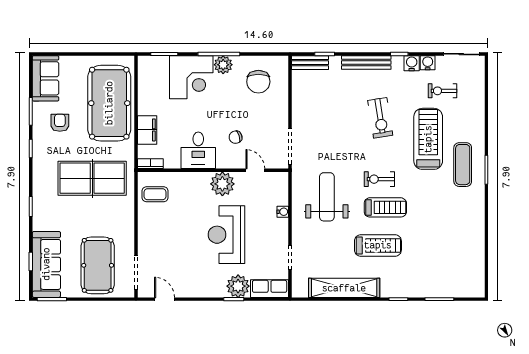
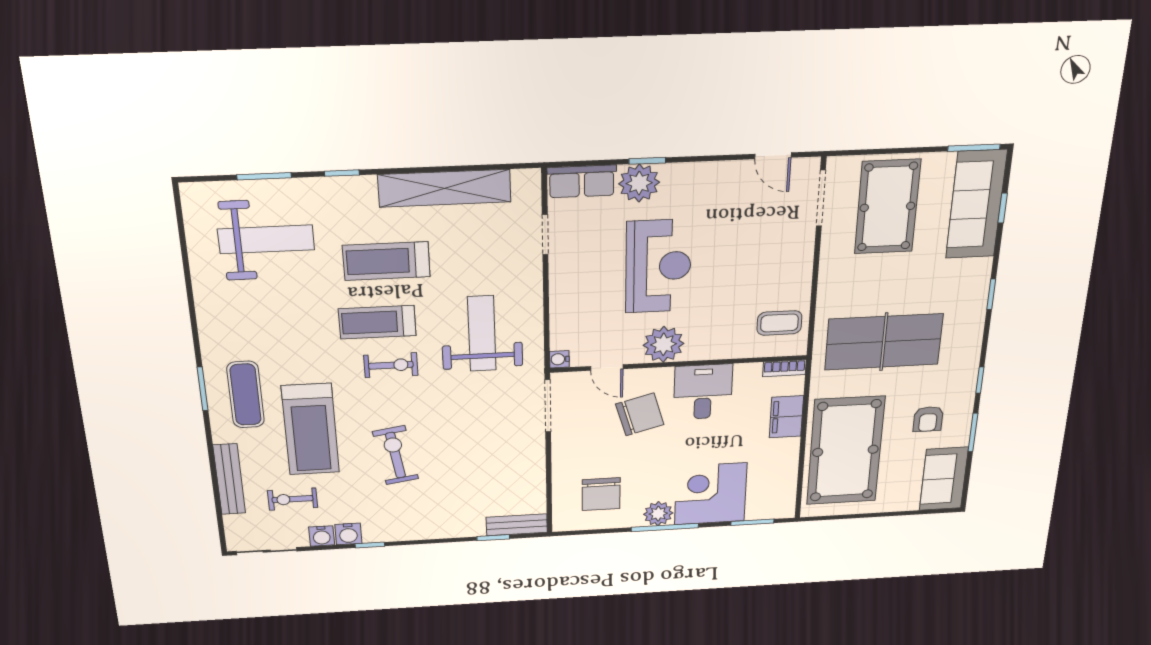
bench: (366, 63) -> (229, 479), moved, turned 90
chair: (258, 82) -> (601, 494), turned 180
exercise bike: (443, 91) -> (293, 499), turned 180
chair: (236, 137) -> (640, 414), width x1.87, depth x1.87
weight bench: (327, 197) -> (482, 334), turned 180
water cooler: (283, 212) -> (559, 359), moved
weight bench: (442, 262) -> (266, 239), added

